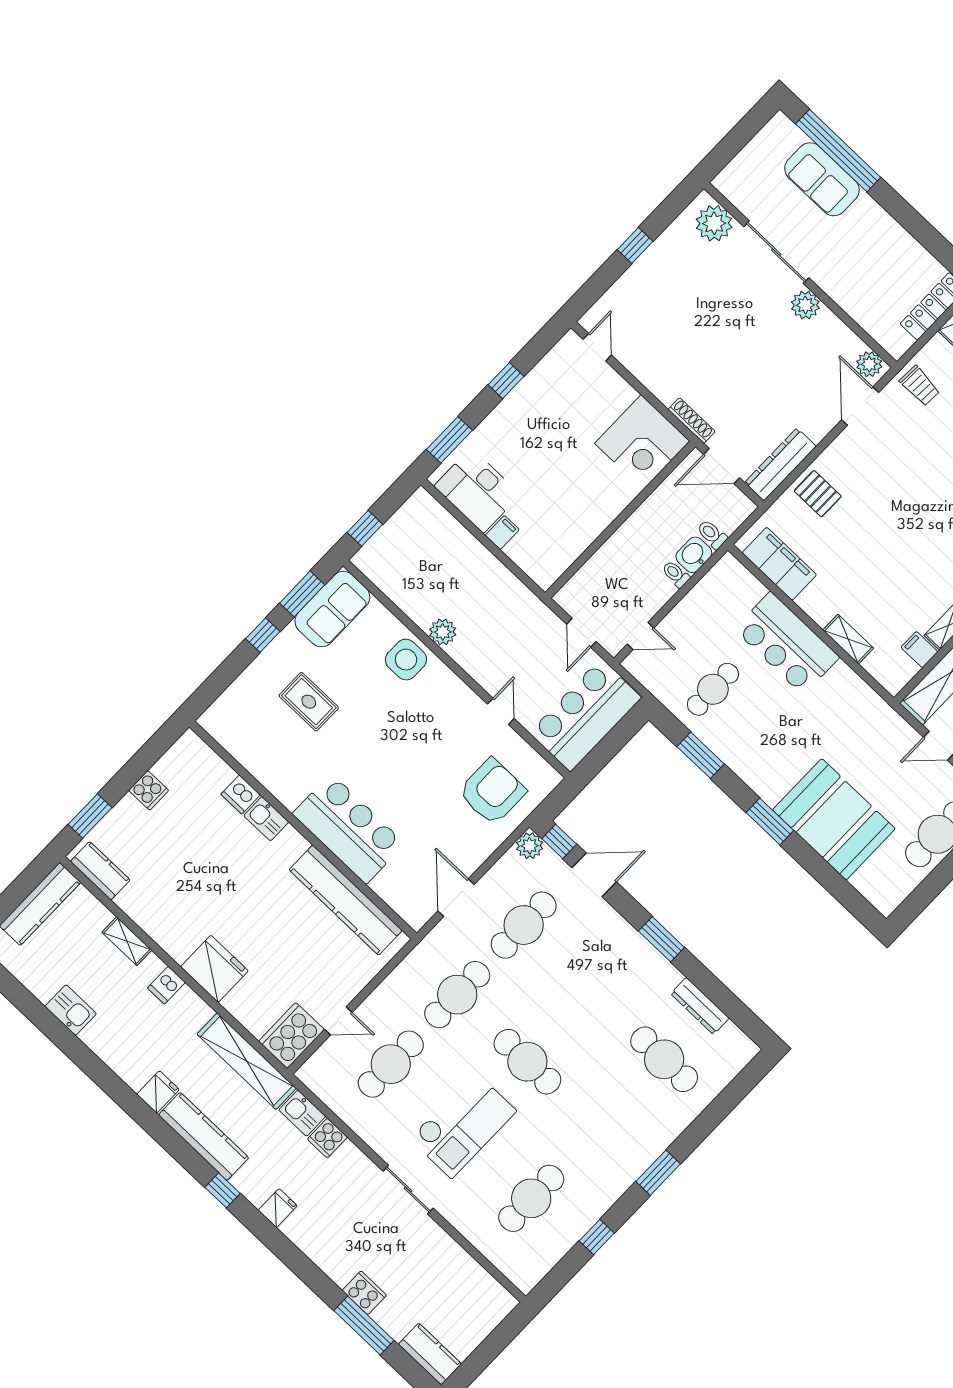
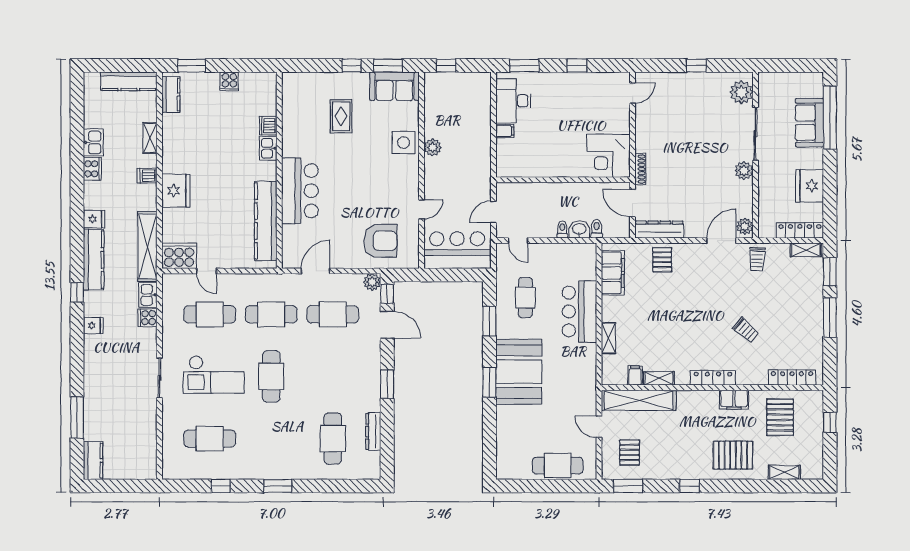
fridge: (893, 247) -> (810, 186), added
cafe table: (713, 689) -> (525, 298), turned 90
booth: (834, 819) -> (519, 372), moved
cooker: (364, 1293) -> (92, 169), moved

